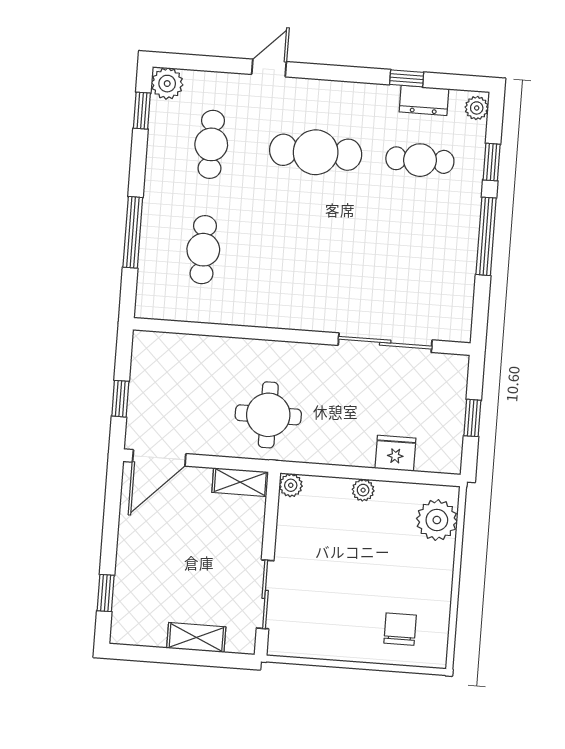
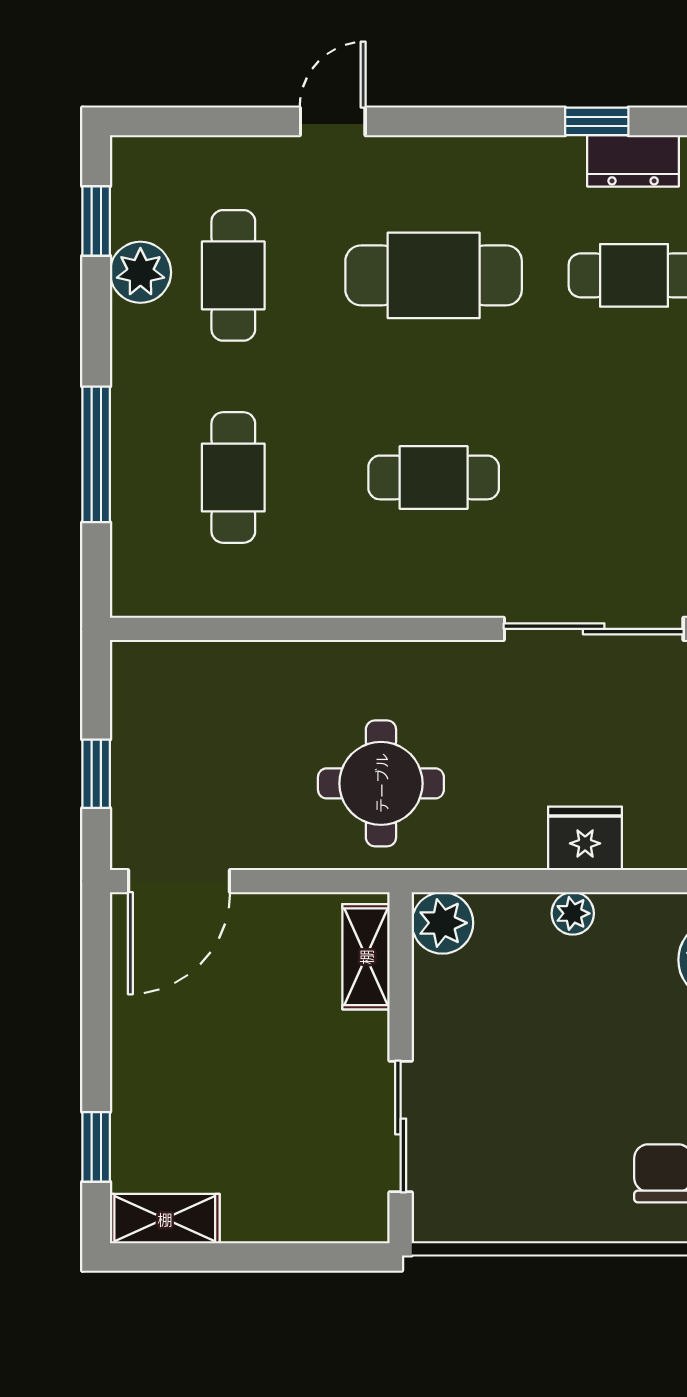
plant: (167, 84) -> (140, 272), moved
cafe table: (308, 258) -> (434, 477), added
fridge: (395, 453) -> (585, 838), moved
shelving: (240, 482) -> (366, 957), moved, turned 90
plant: (291, 485) -> (442, 923), width x1.38, depth x1.38
shelving: (196, 637) -> (165, 1219), moved

